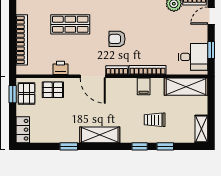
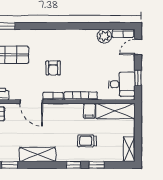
armchair: (117, 39) -> (53, 68), turned -90
filing cabinet: (144, 86) -> (89, 111), moved

